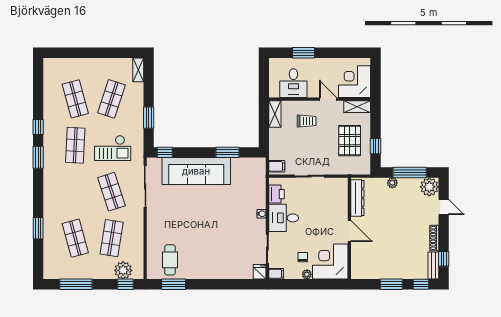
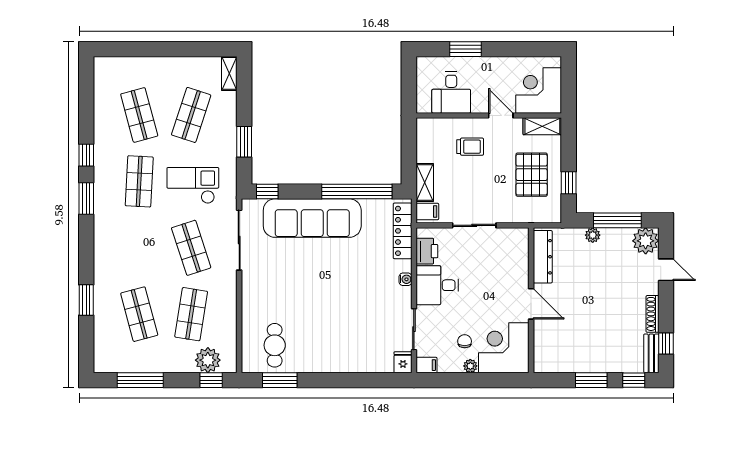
shelving: (275, 114) -> (425, 183), moved
checkout: (113, 148) -> (193, 185), turned 180
window: (228, 152) -> (357, 191), width x2.11
locker: (259, 180) -> (403, 231), added

